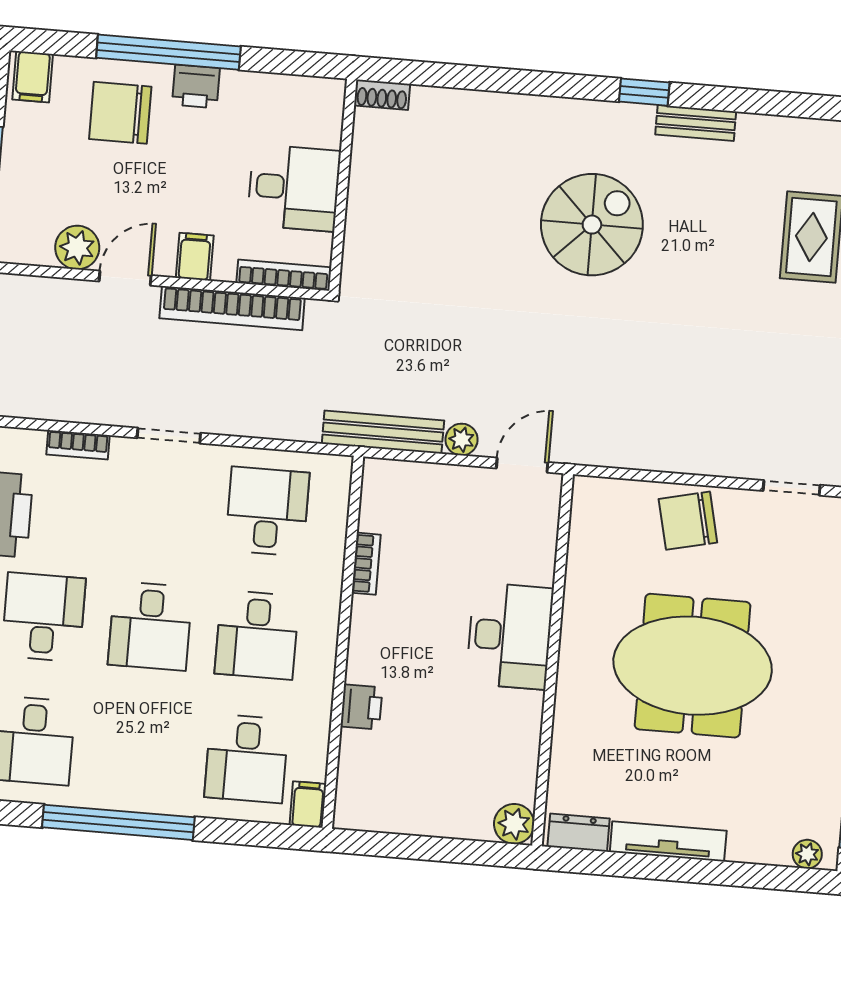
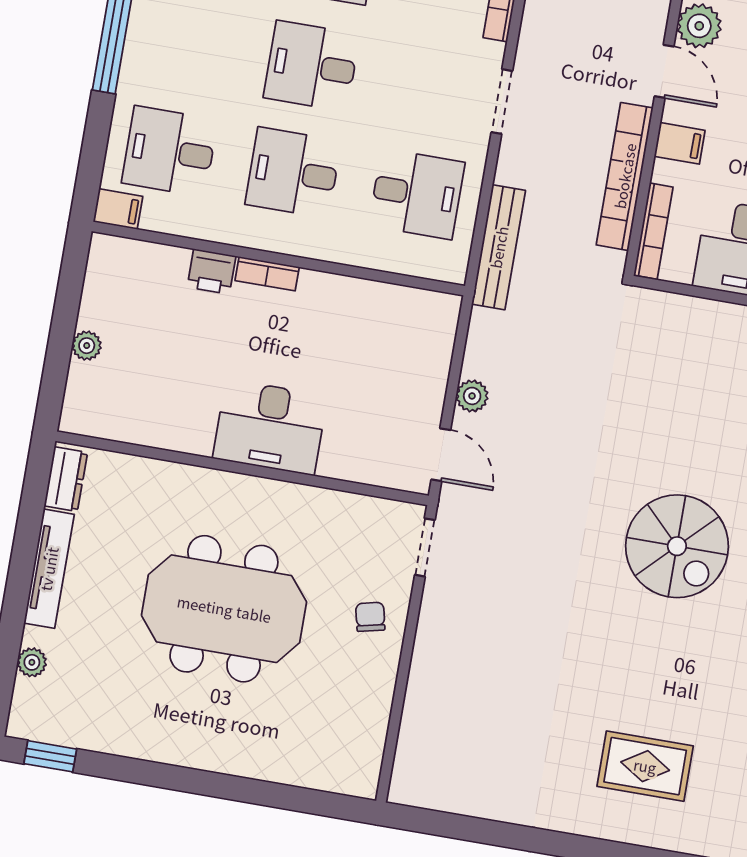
bench: (383, 432) -> (499, 247), moved
doorway: (792, 488) -> (425, 547), moved
chair: (688, 521) -> (370, 617), width x0.54, depth x0.54
bookcase: (366, 564) -> (267, 274), moved
meeting table: (693, 666) -> (224, 609), turned 90
plant: (514, 824) -> (87, 346), moved, width x0.73, depth x0.73
plant: (807, 854) -> (32, 662), moved

